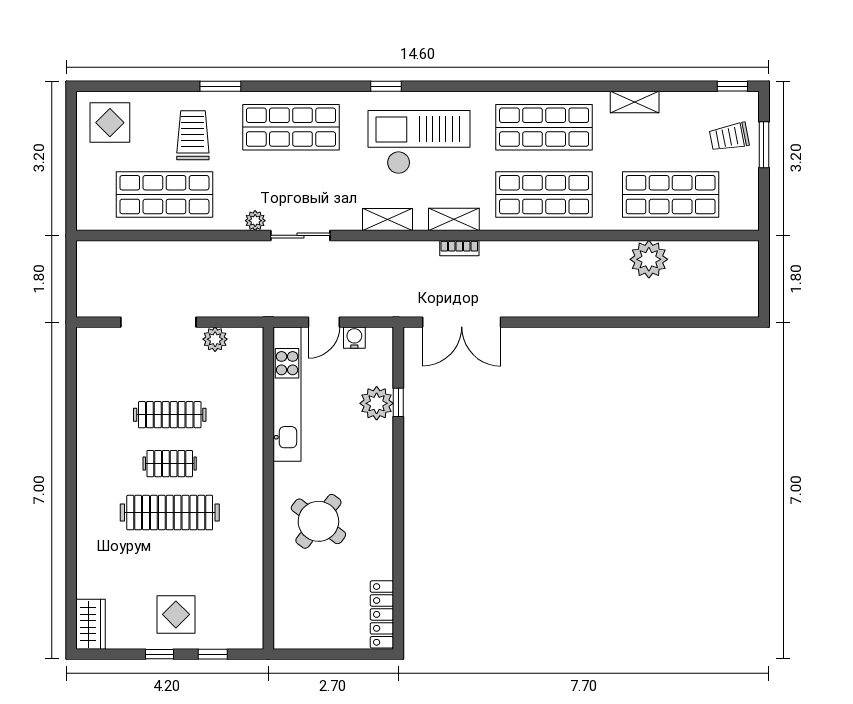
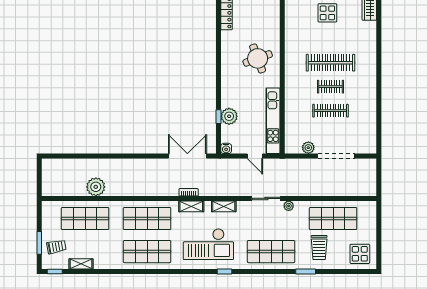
shelving: (635, 102) -> (81, 264), moved
door: (324, 322) -> (255, 156), swing flipped
water cooler: (354, 338) -> (226, 148), moved
round table: (318, 521) -> (258, 58), turned 33

